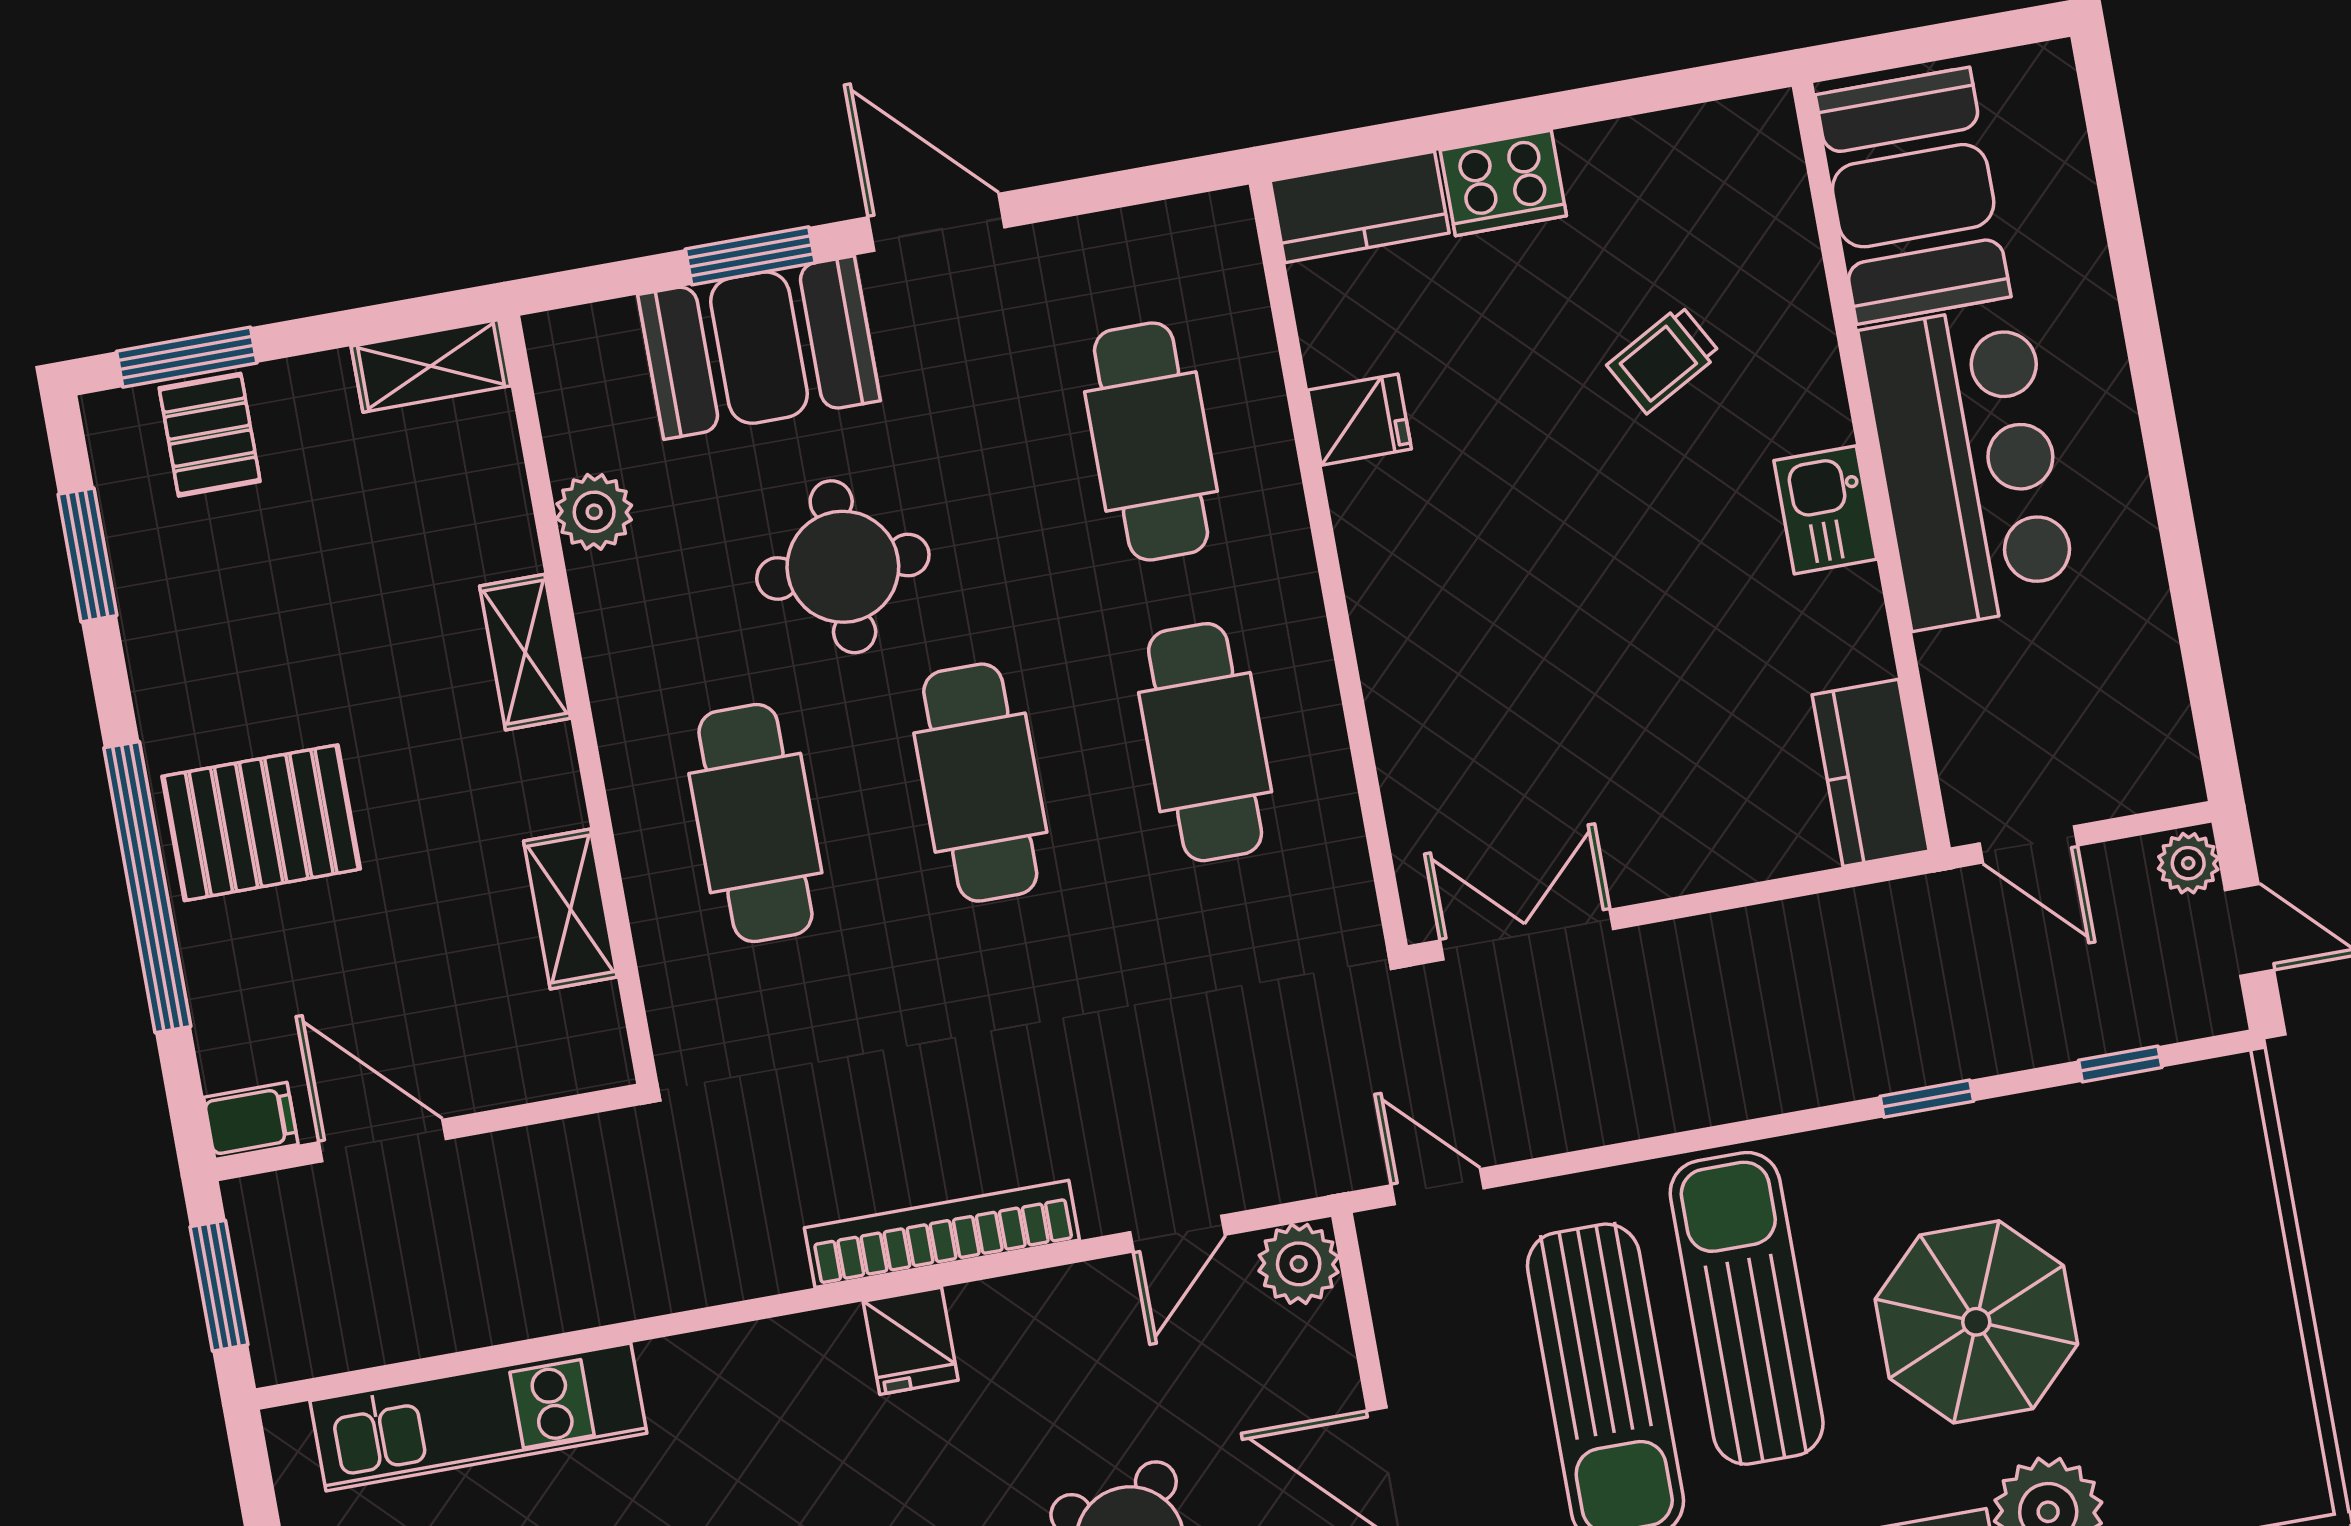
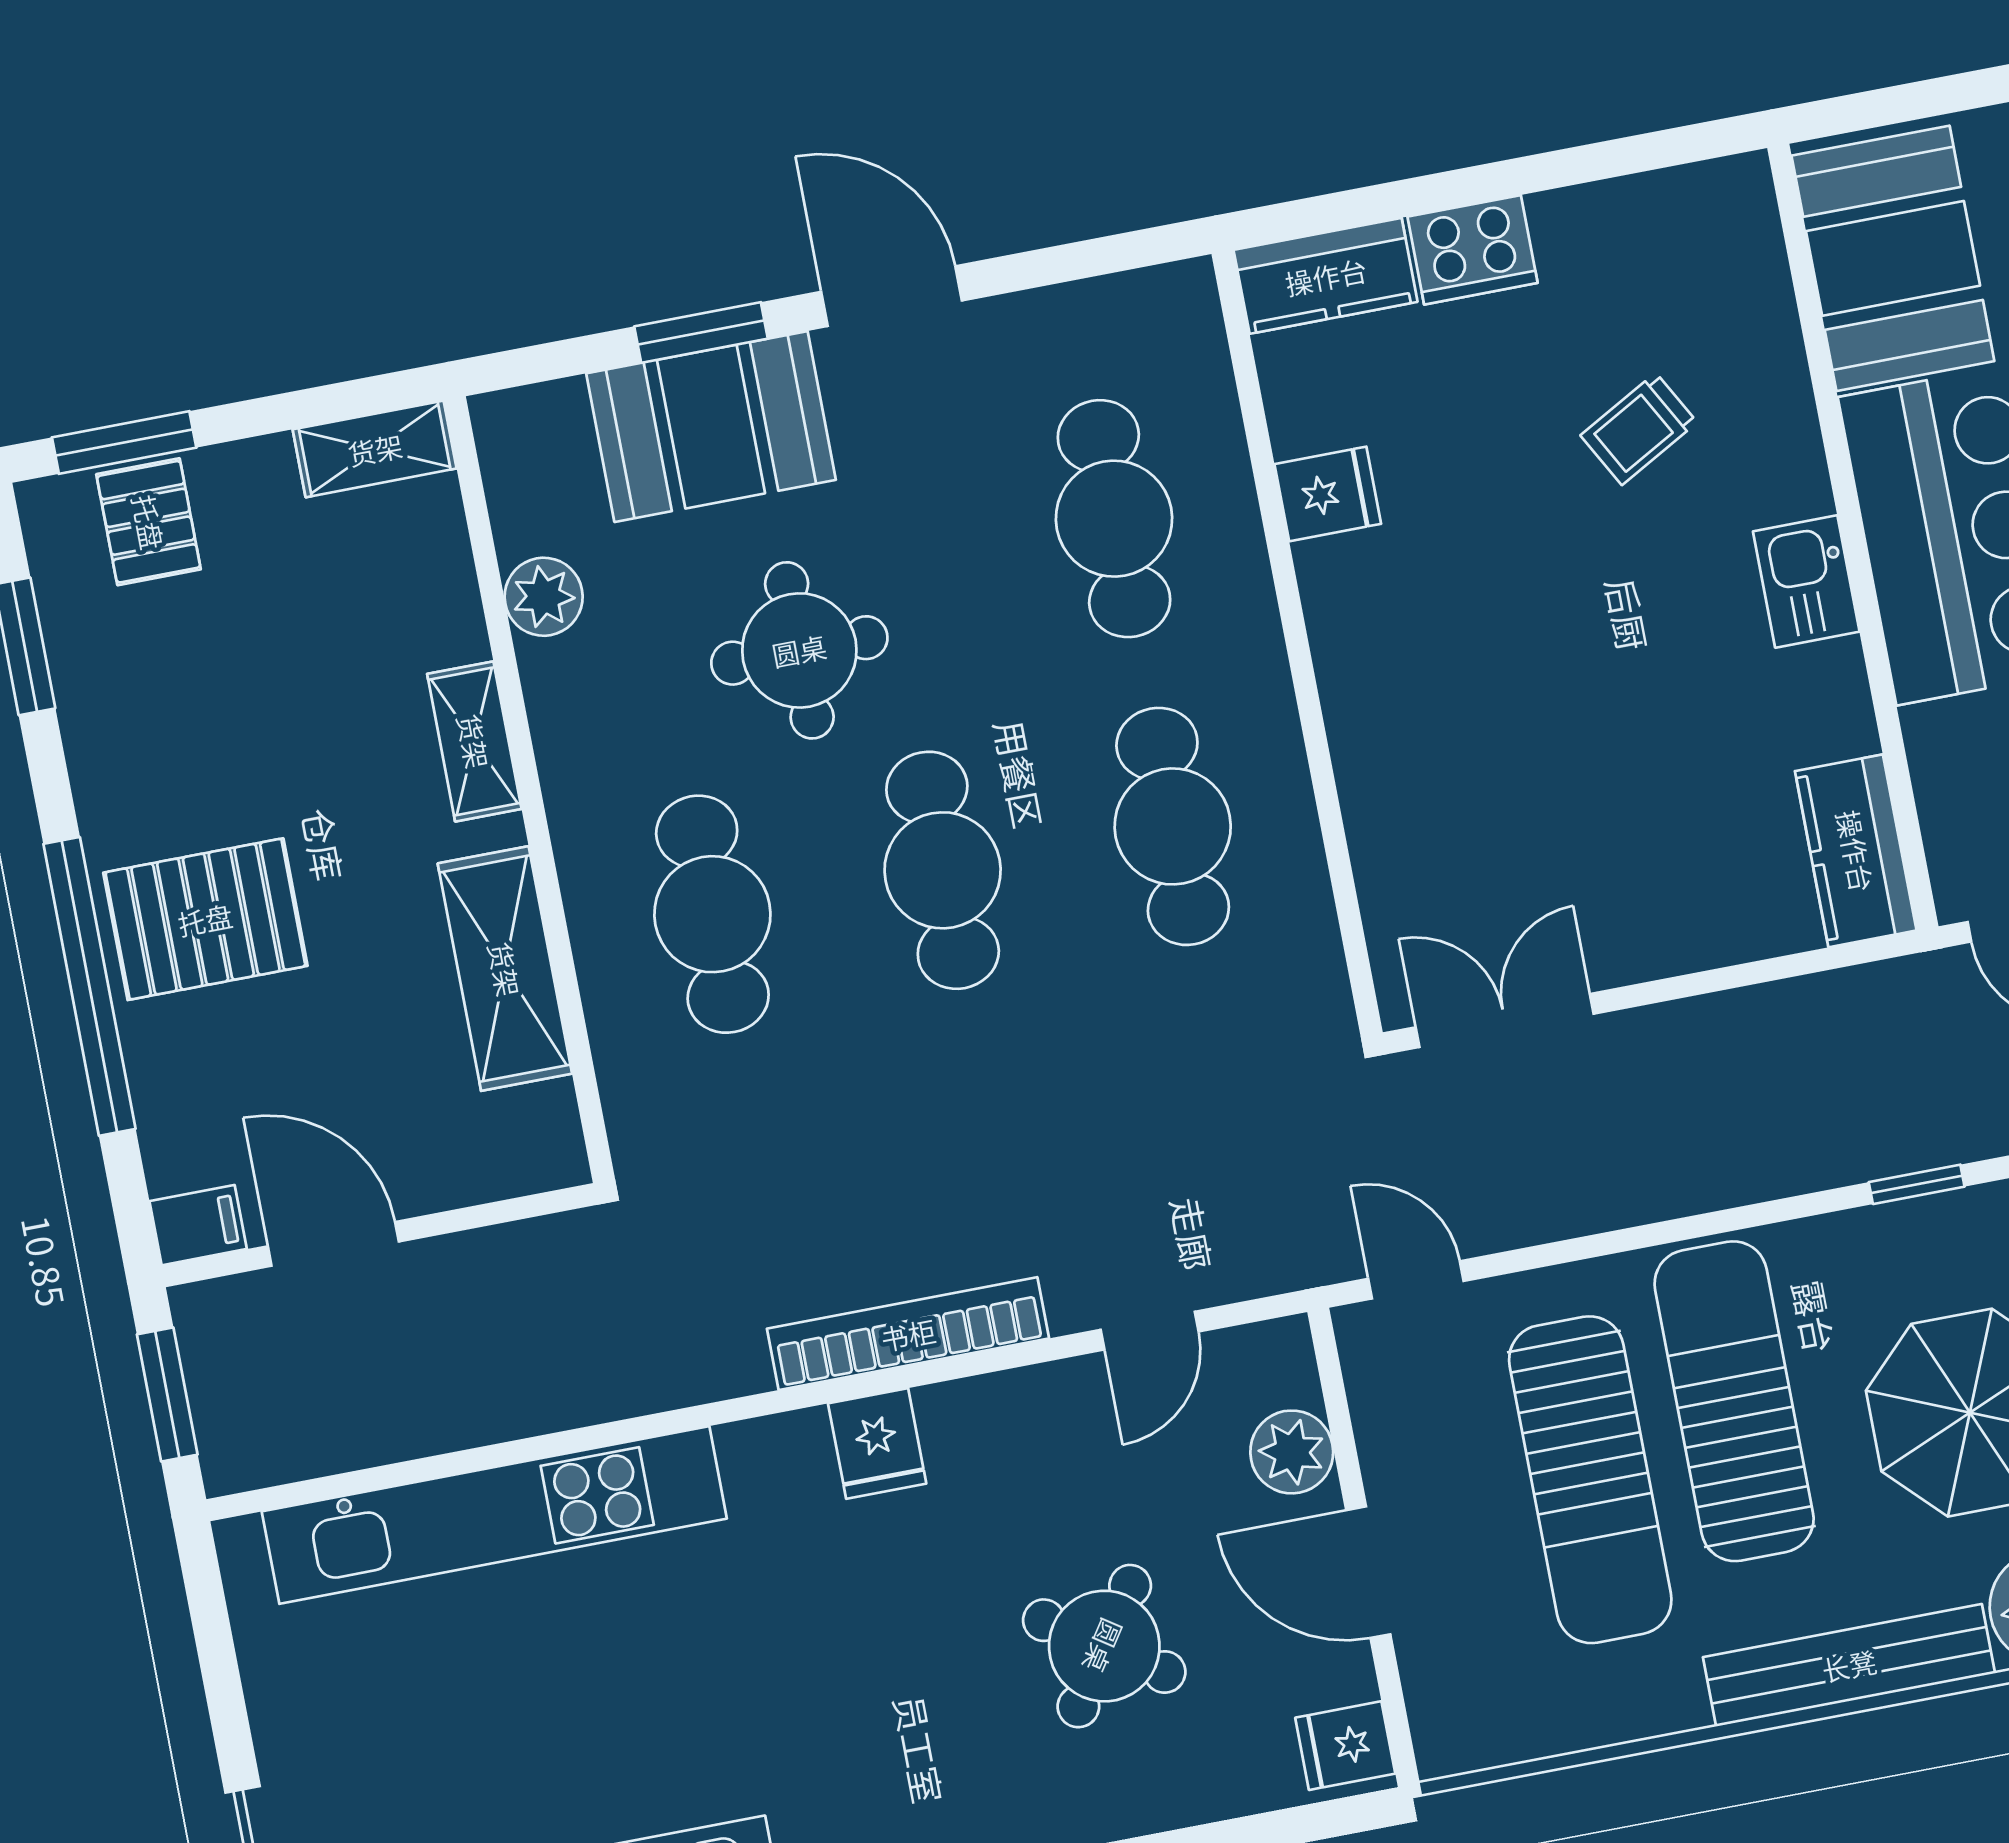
shelving: (570, 909) -> (505, 969), width x1.50, depth x1.33
plant: (1299, 1264) -> (1292, 1452), moved
kitchen unit: (478, 1417) -> (494, 1515), width x1.36

